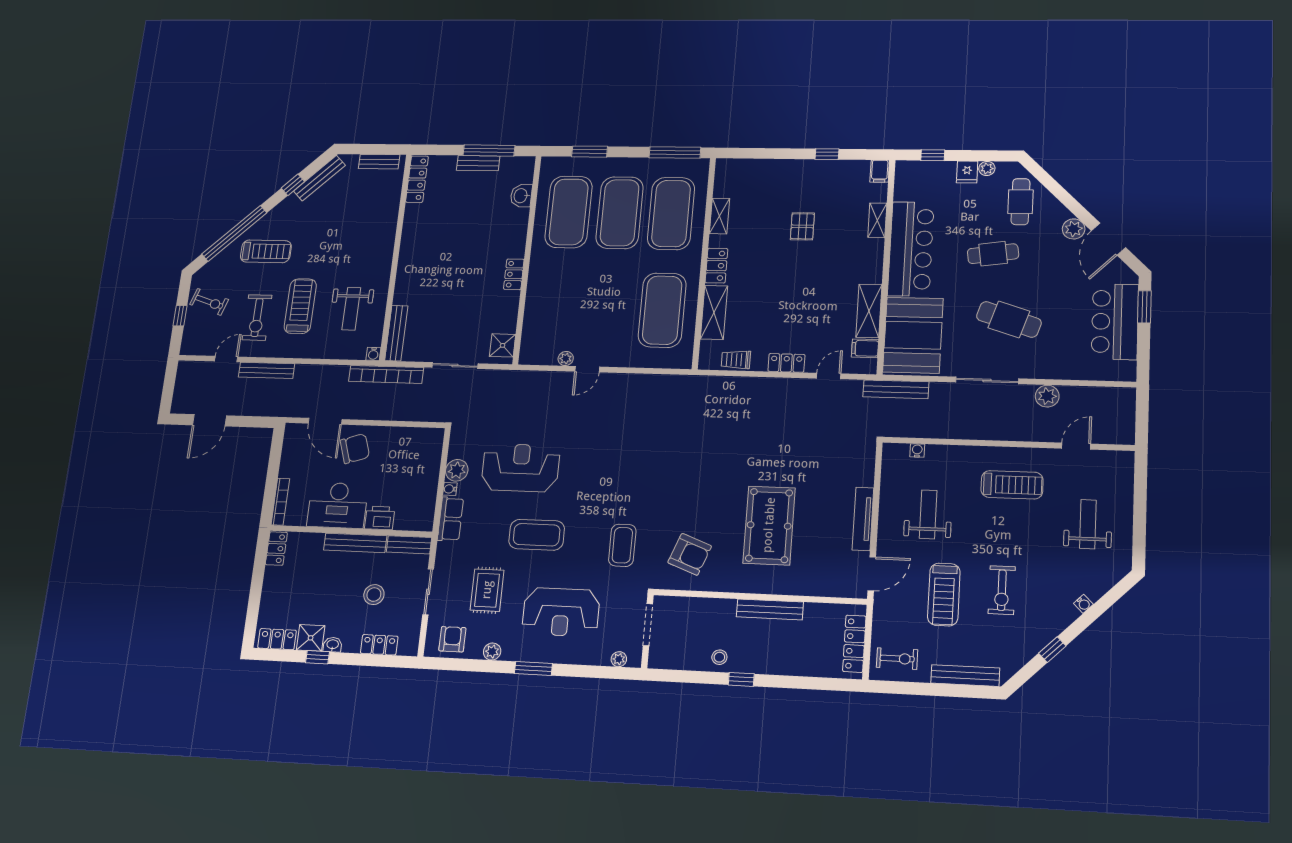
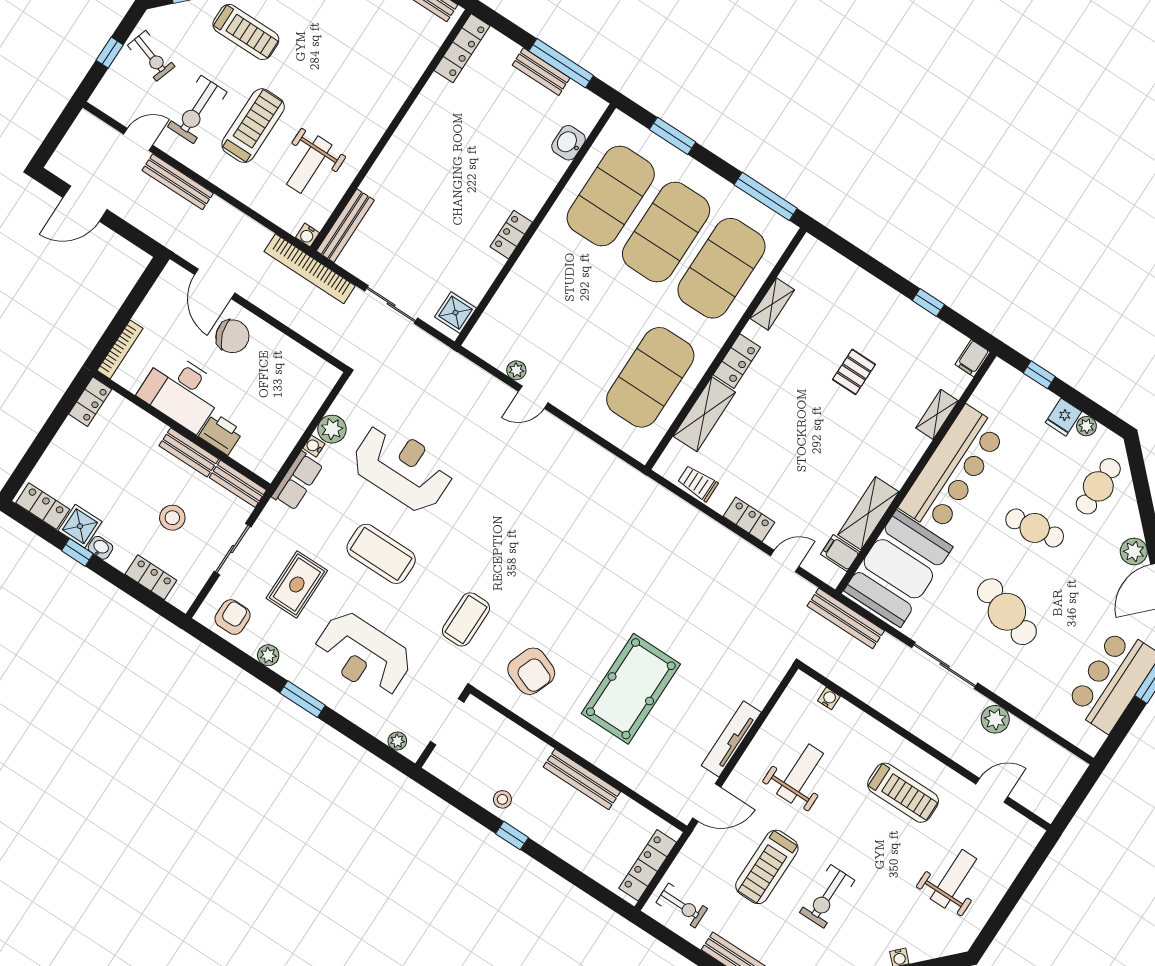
bench: (355, 543) -> (189, 452), width x0.73

